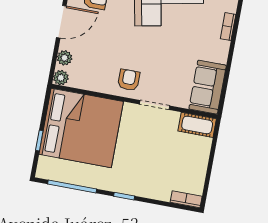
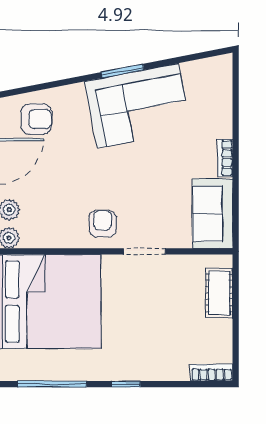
bookcase: (228, 27) -> (225, 158), moved
cot: (197, 125) -> (219, 293), moved, turned 90

